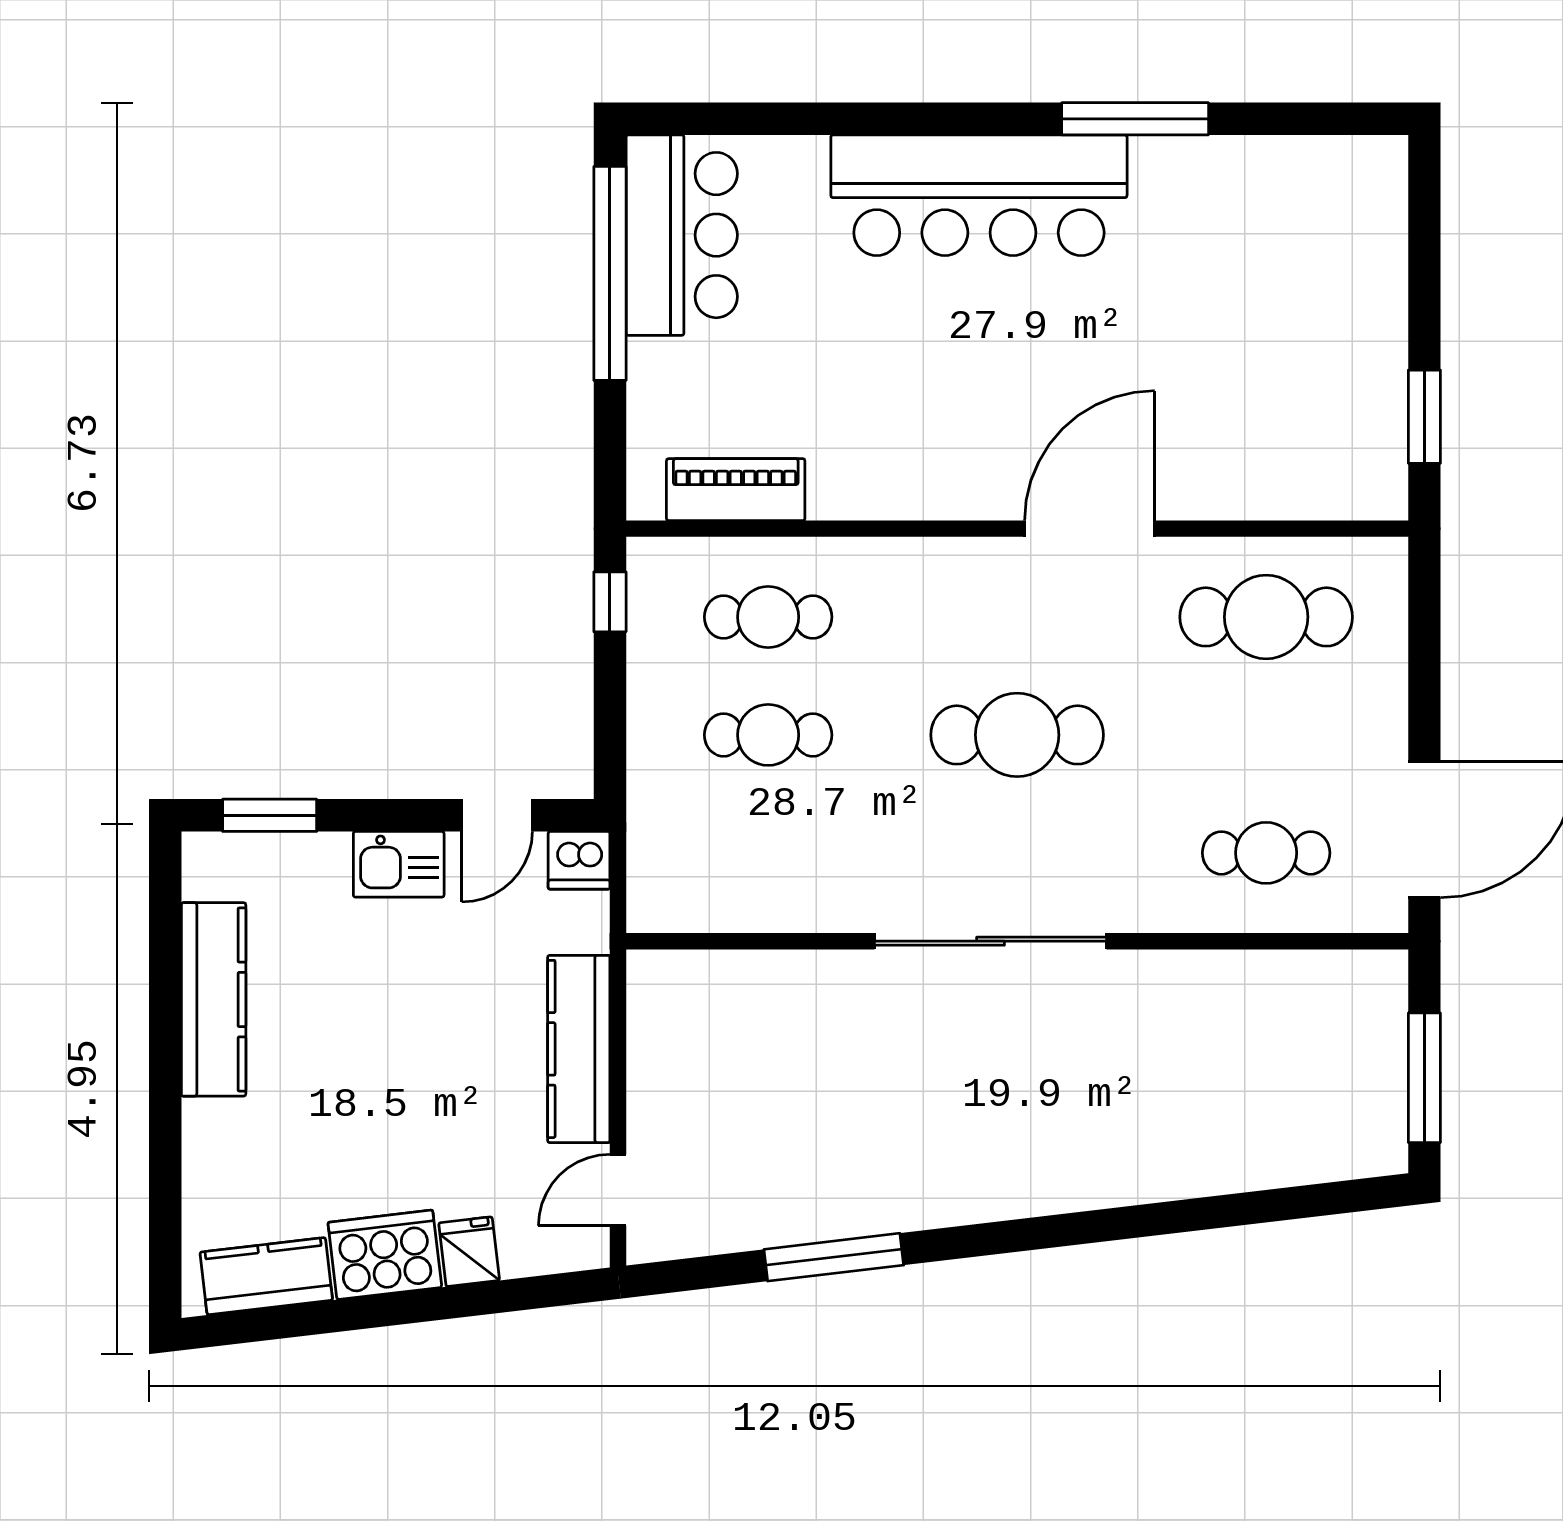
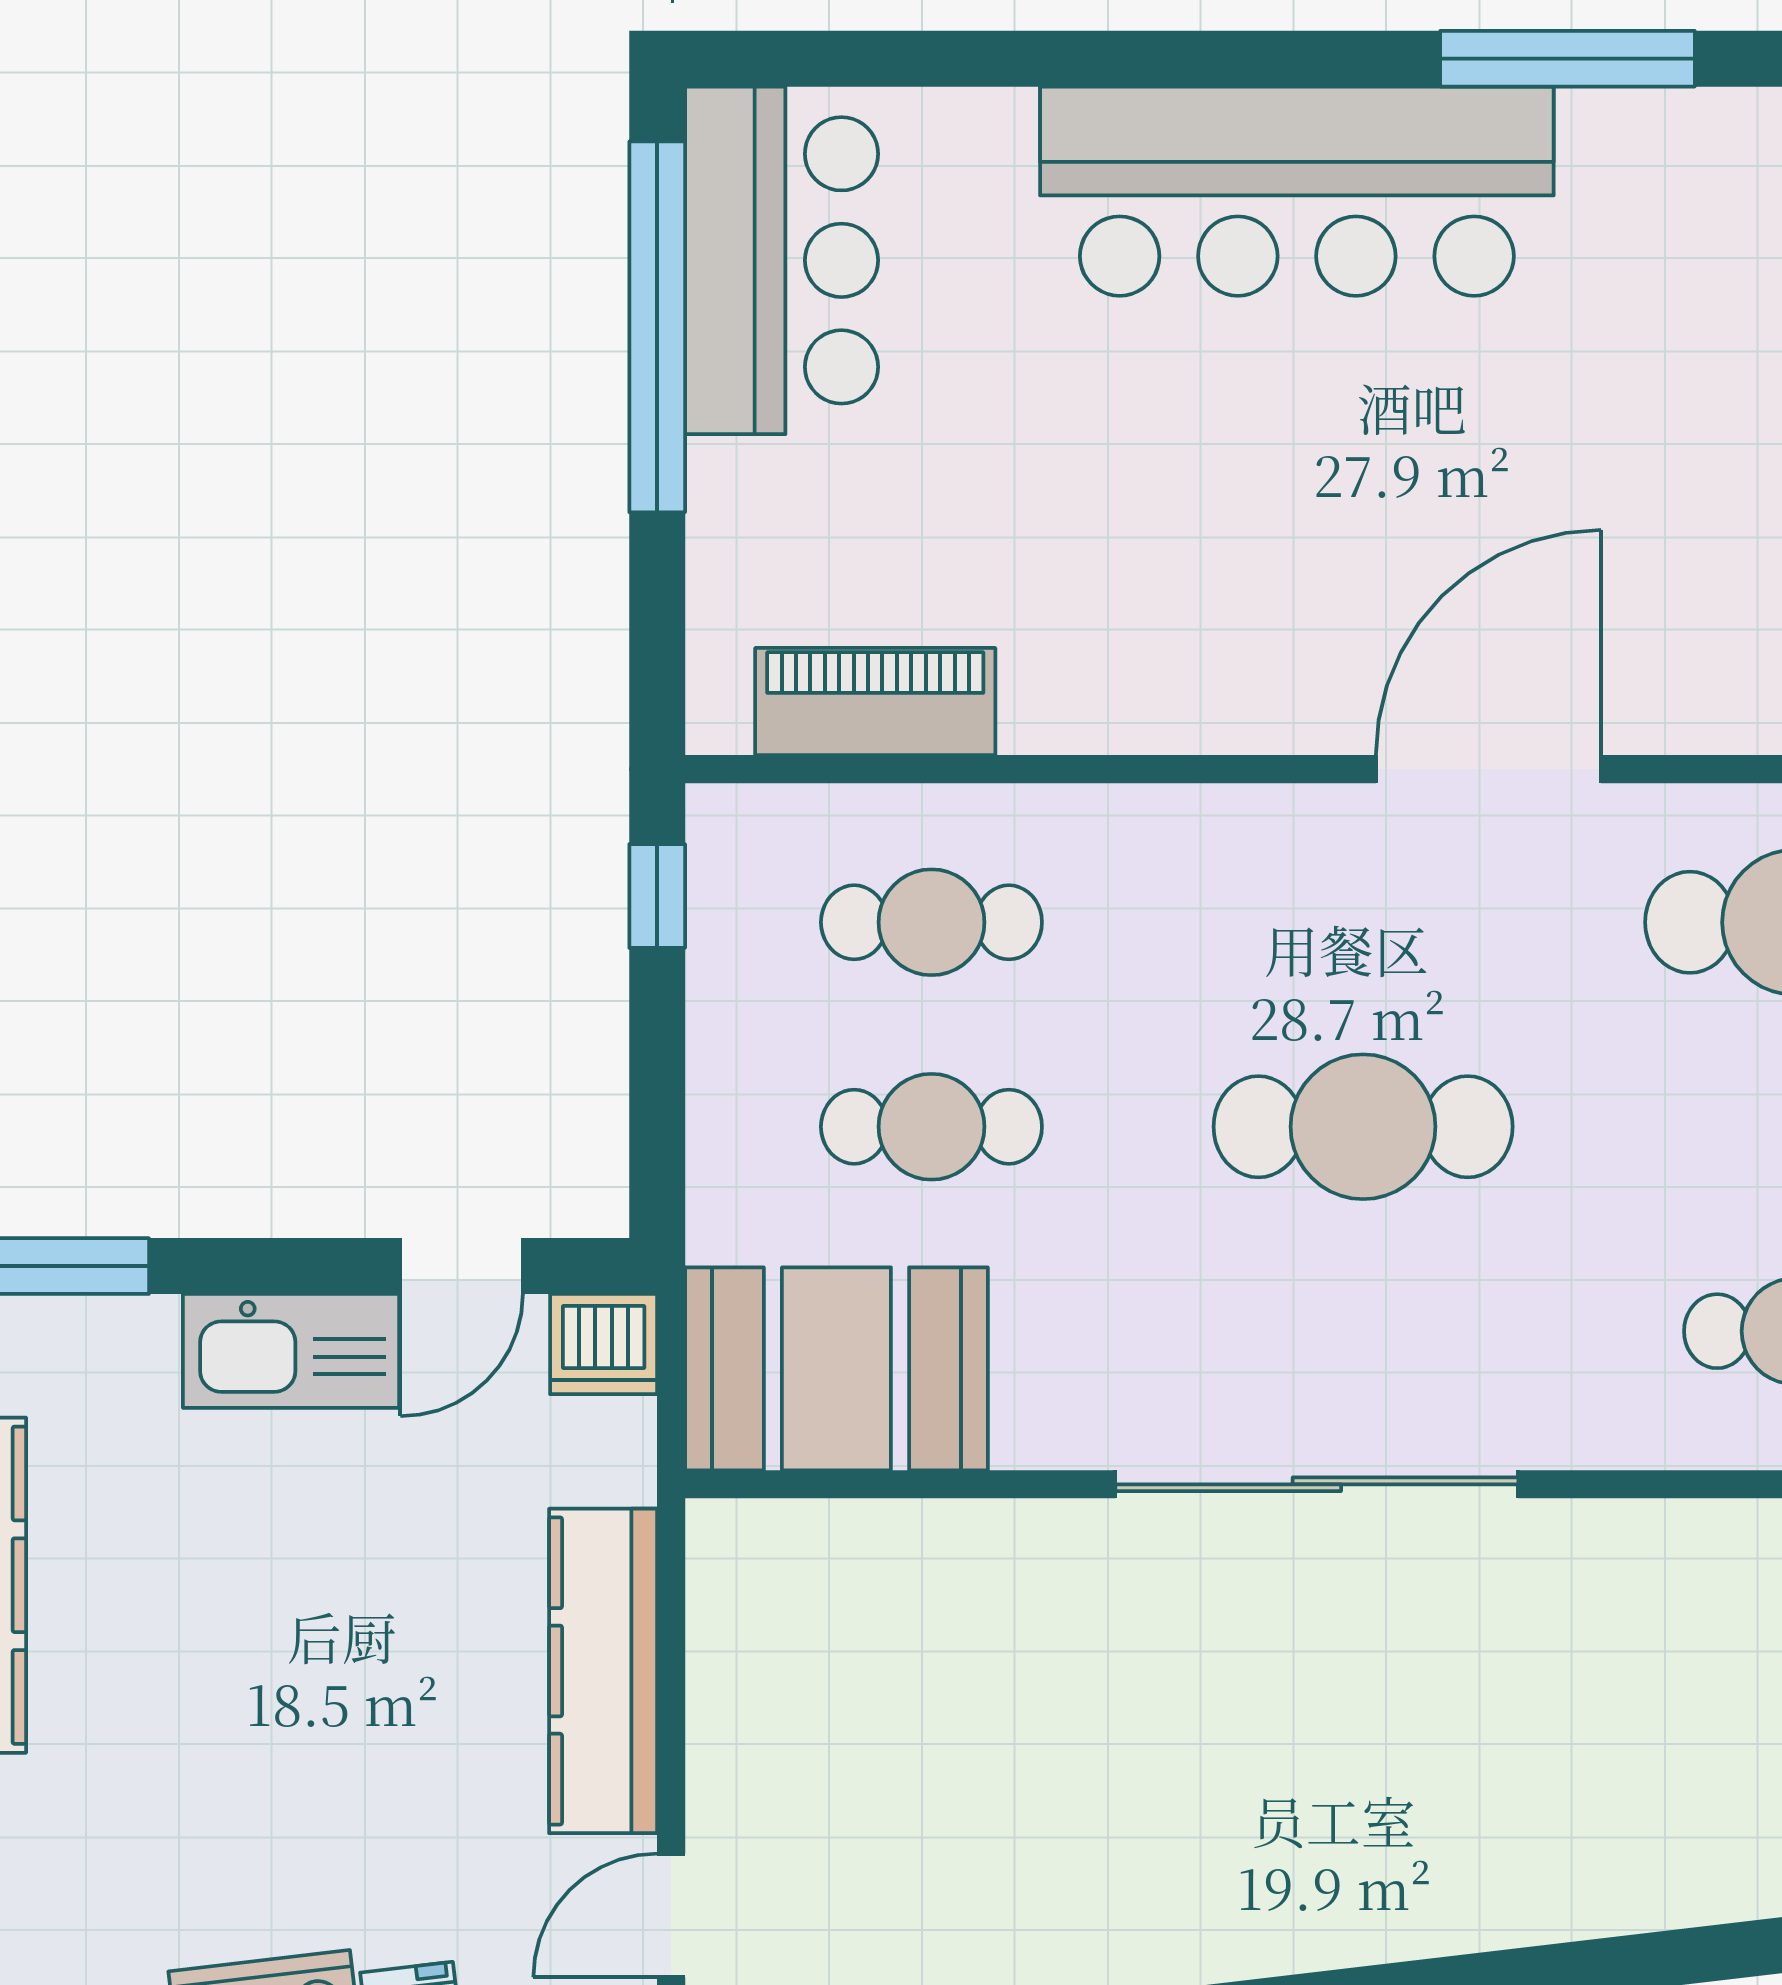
kitchen sink: (399, 864) -> (291, 1351), width x1.38
booth: (713, 875) -> (836, 1369), added

